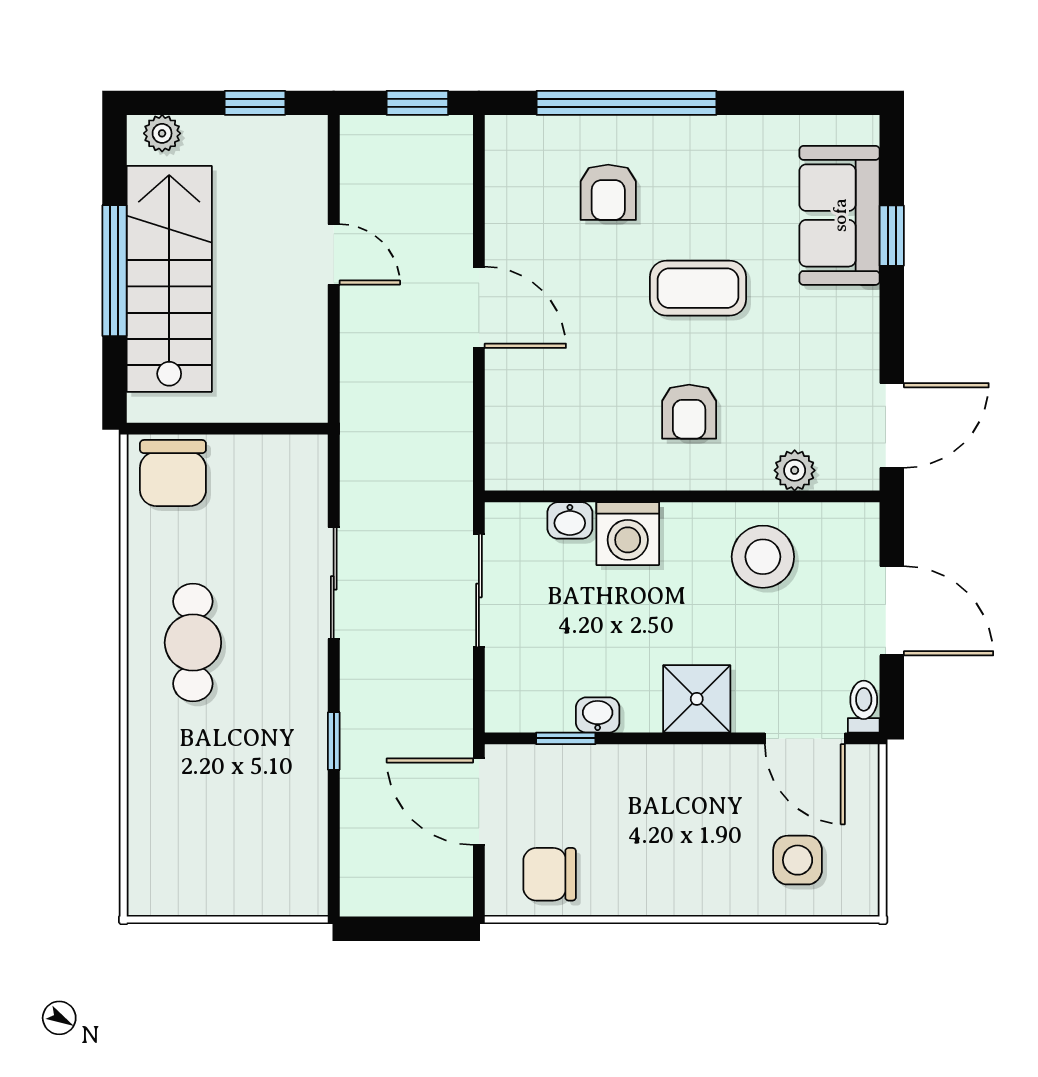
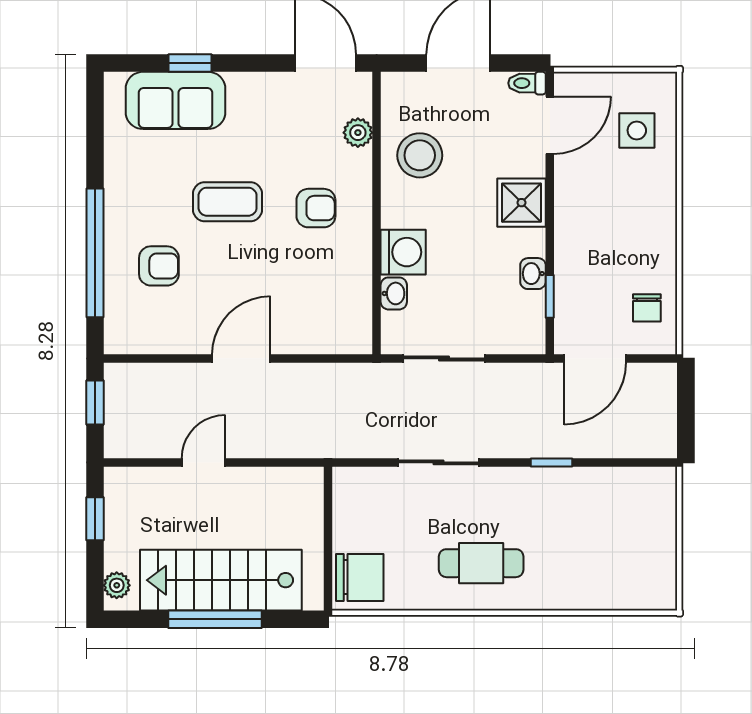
coffee table: (698, 288) -> (228, 202), turned 90
chair: (550, 874) -> (647, 308), width x0.73, depth x0.73

